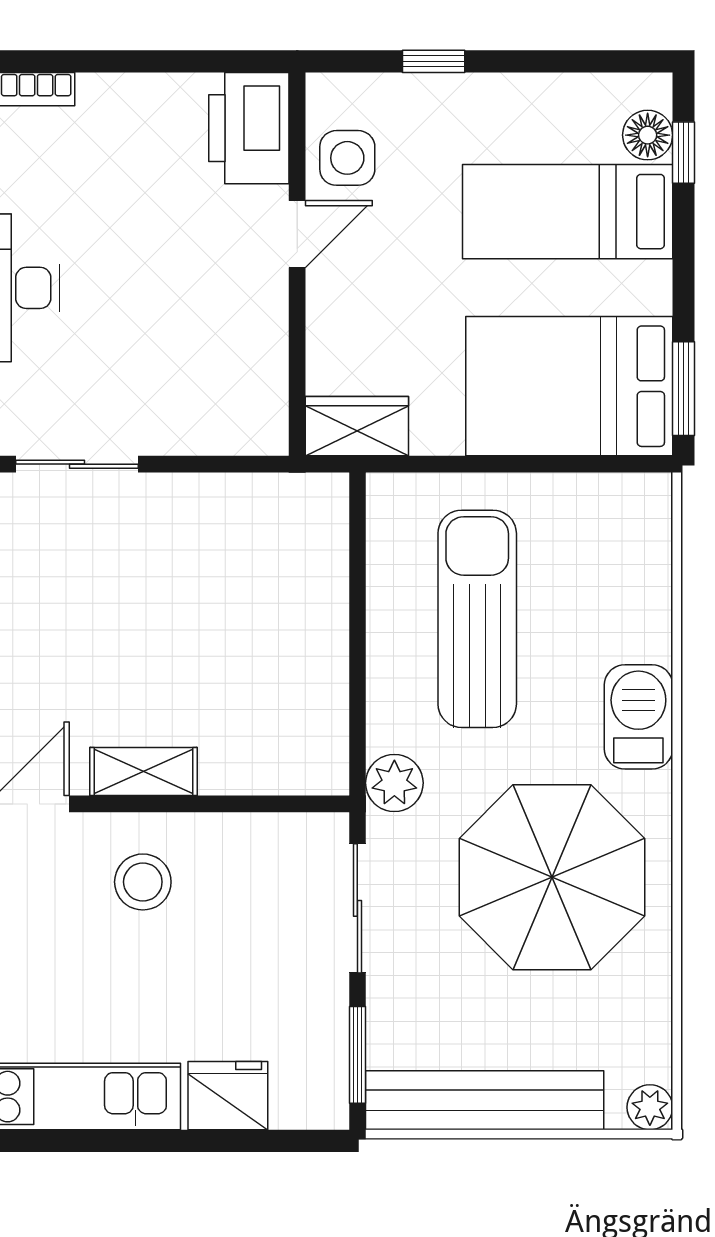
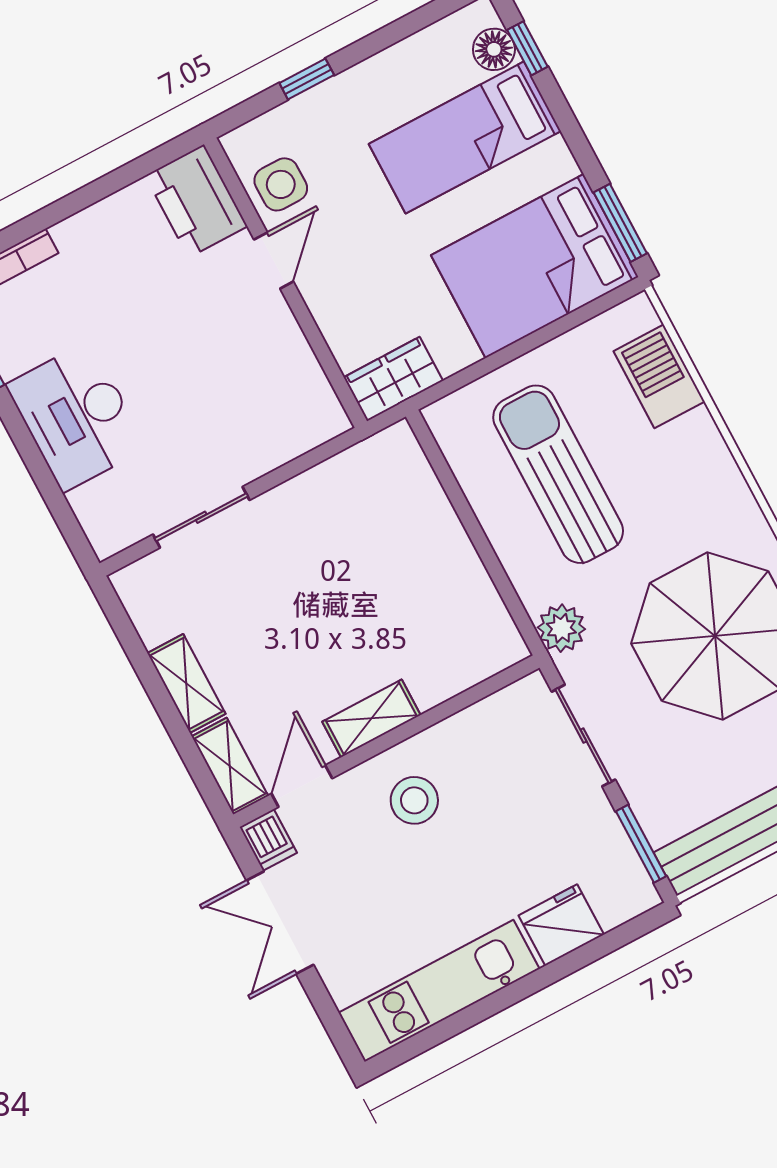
barbecue: (638, 717) -> (659, 376), moved

